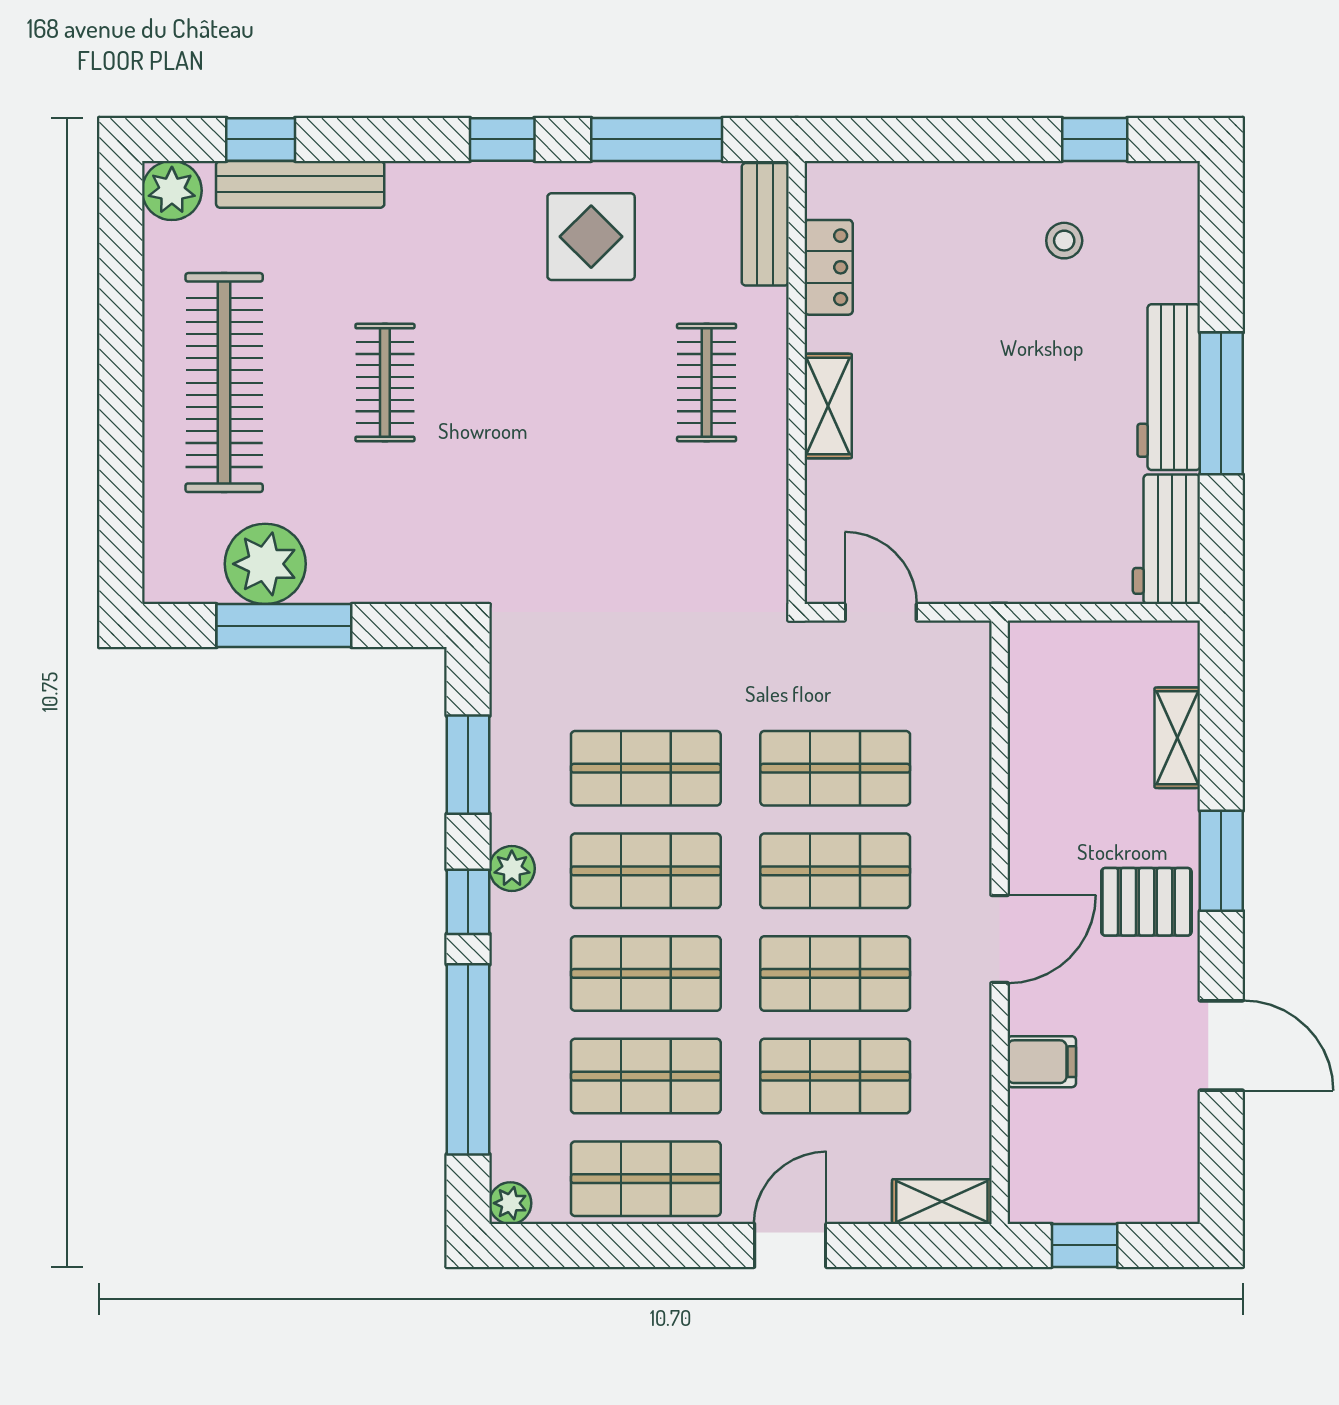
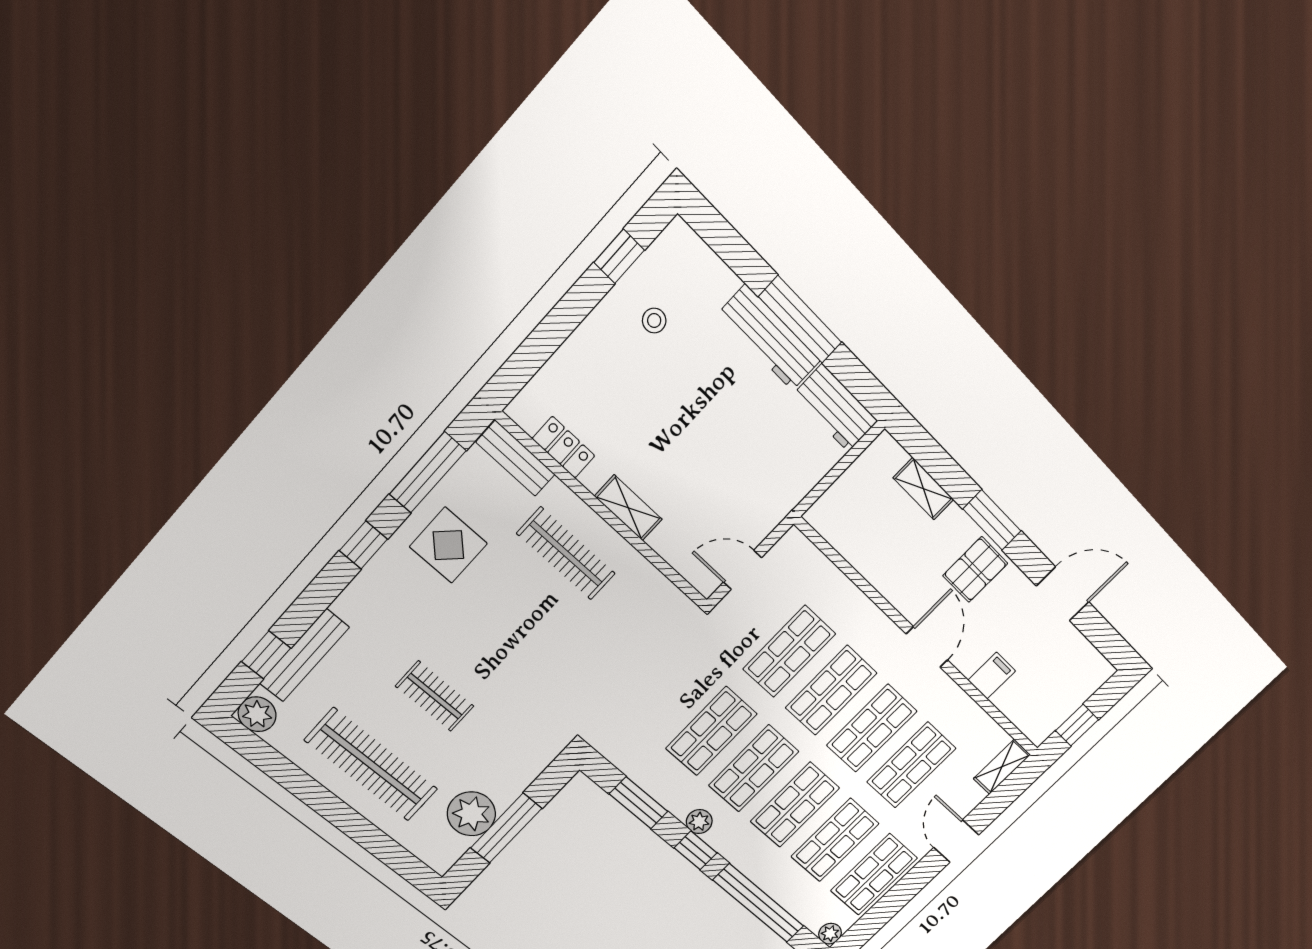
clothes rail: (707, 383) -> (566, 554), width x1.36

